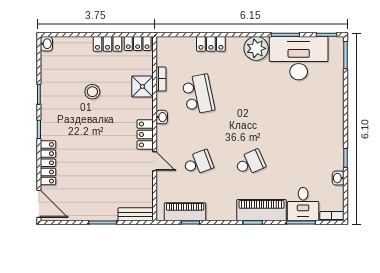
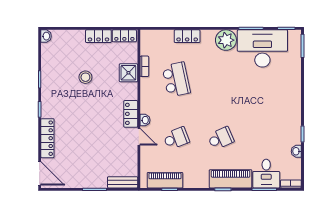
washbasin: (162, 117) -> (145, 120), moved

